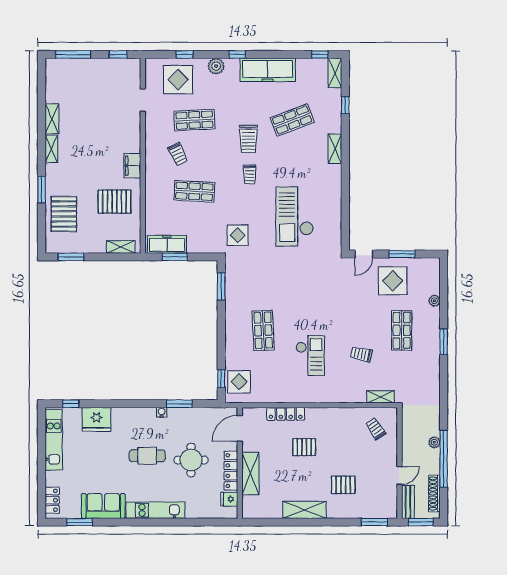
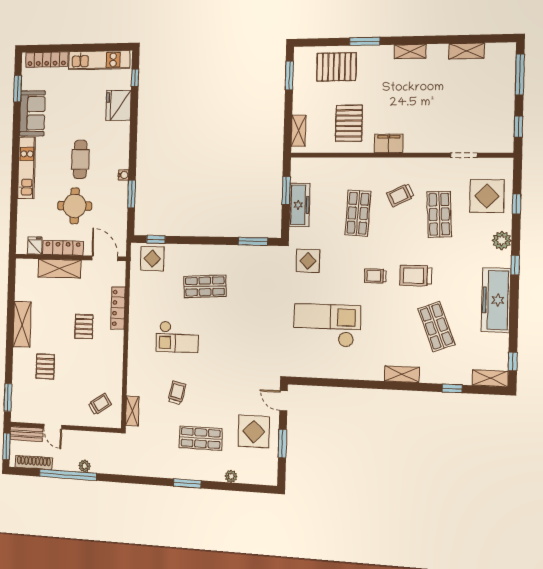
shelving: (52, 119) -> (467, 51), moved
freezer: (167, 244) -> (299, 205), moved
locker: (52, 500) -> (47, 60), width x1.53

